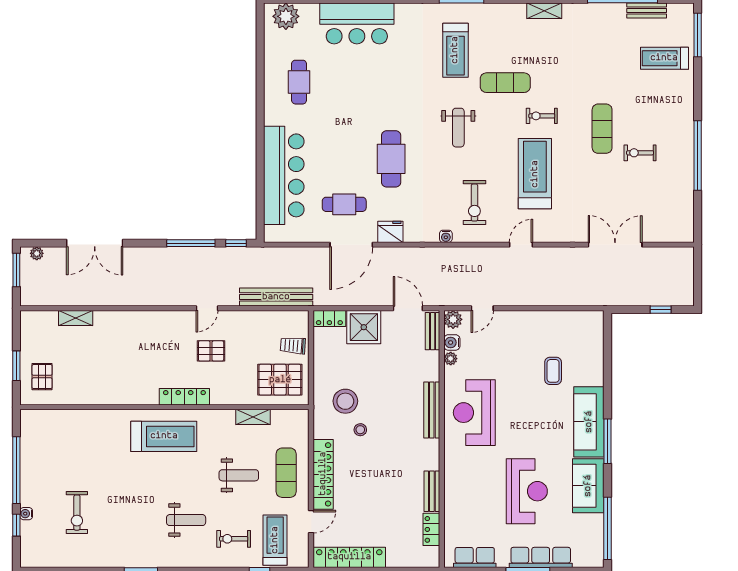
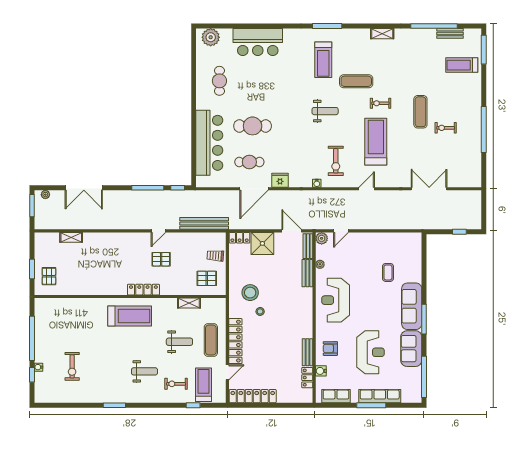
weight bench: (458, 128) -> (325, 111), turned -90
cafe table: (391, 159) -> (253, 126), moved, turned 90
water cooler: (452, 342) -> (321, 371), moved
pallet: (280, 380) -> (207, 278), width x0.67, depth x0.71
bench: (432, 410) -> (307, 273), moved, width x0.73
armchair: (466, 486) -> (330, 349), added

